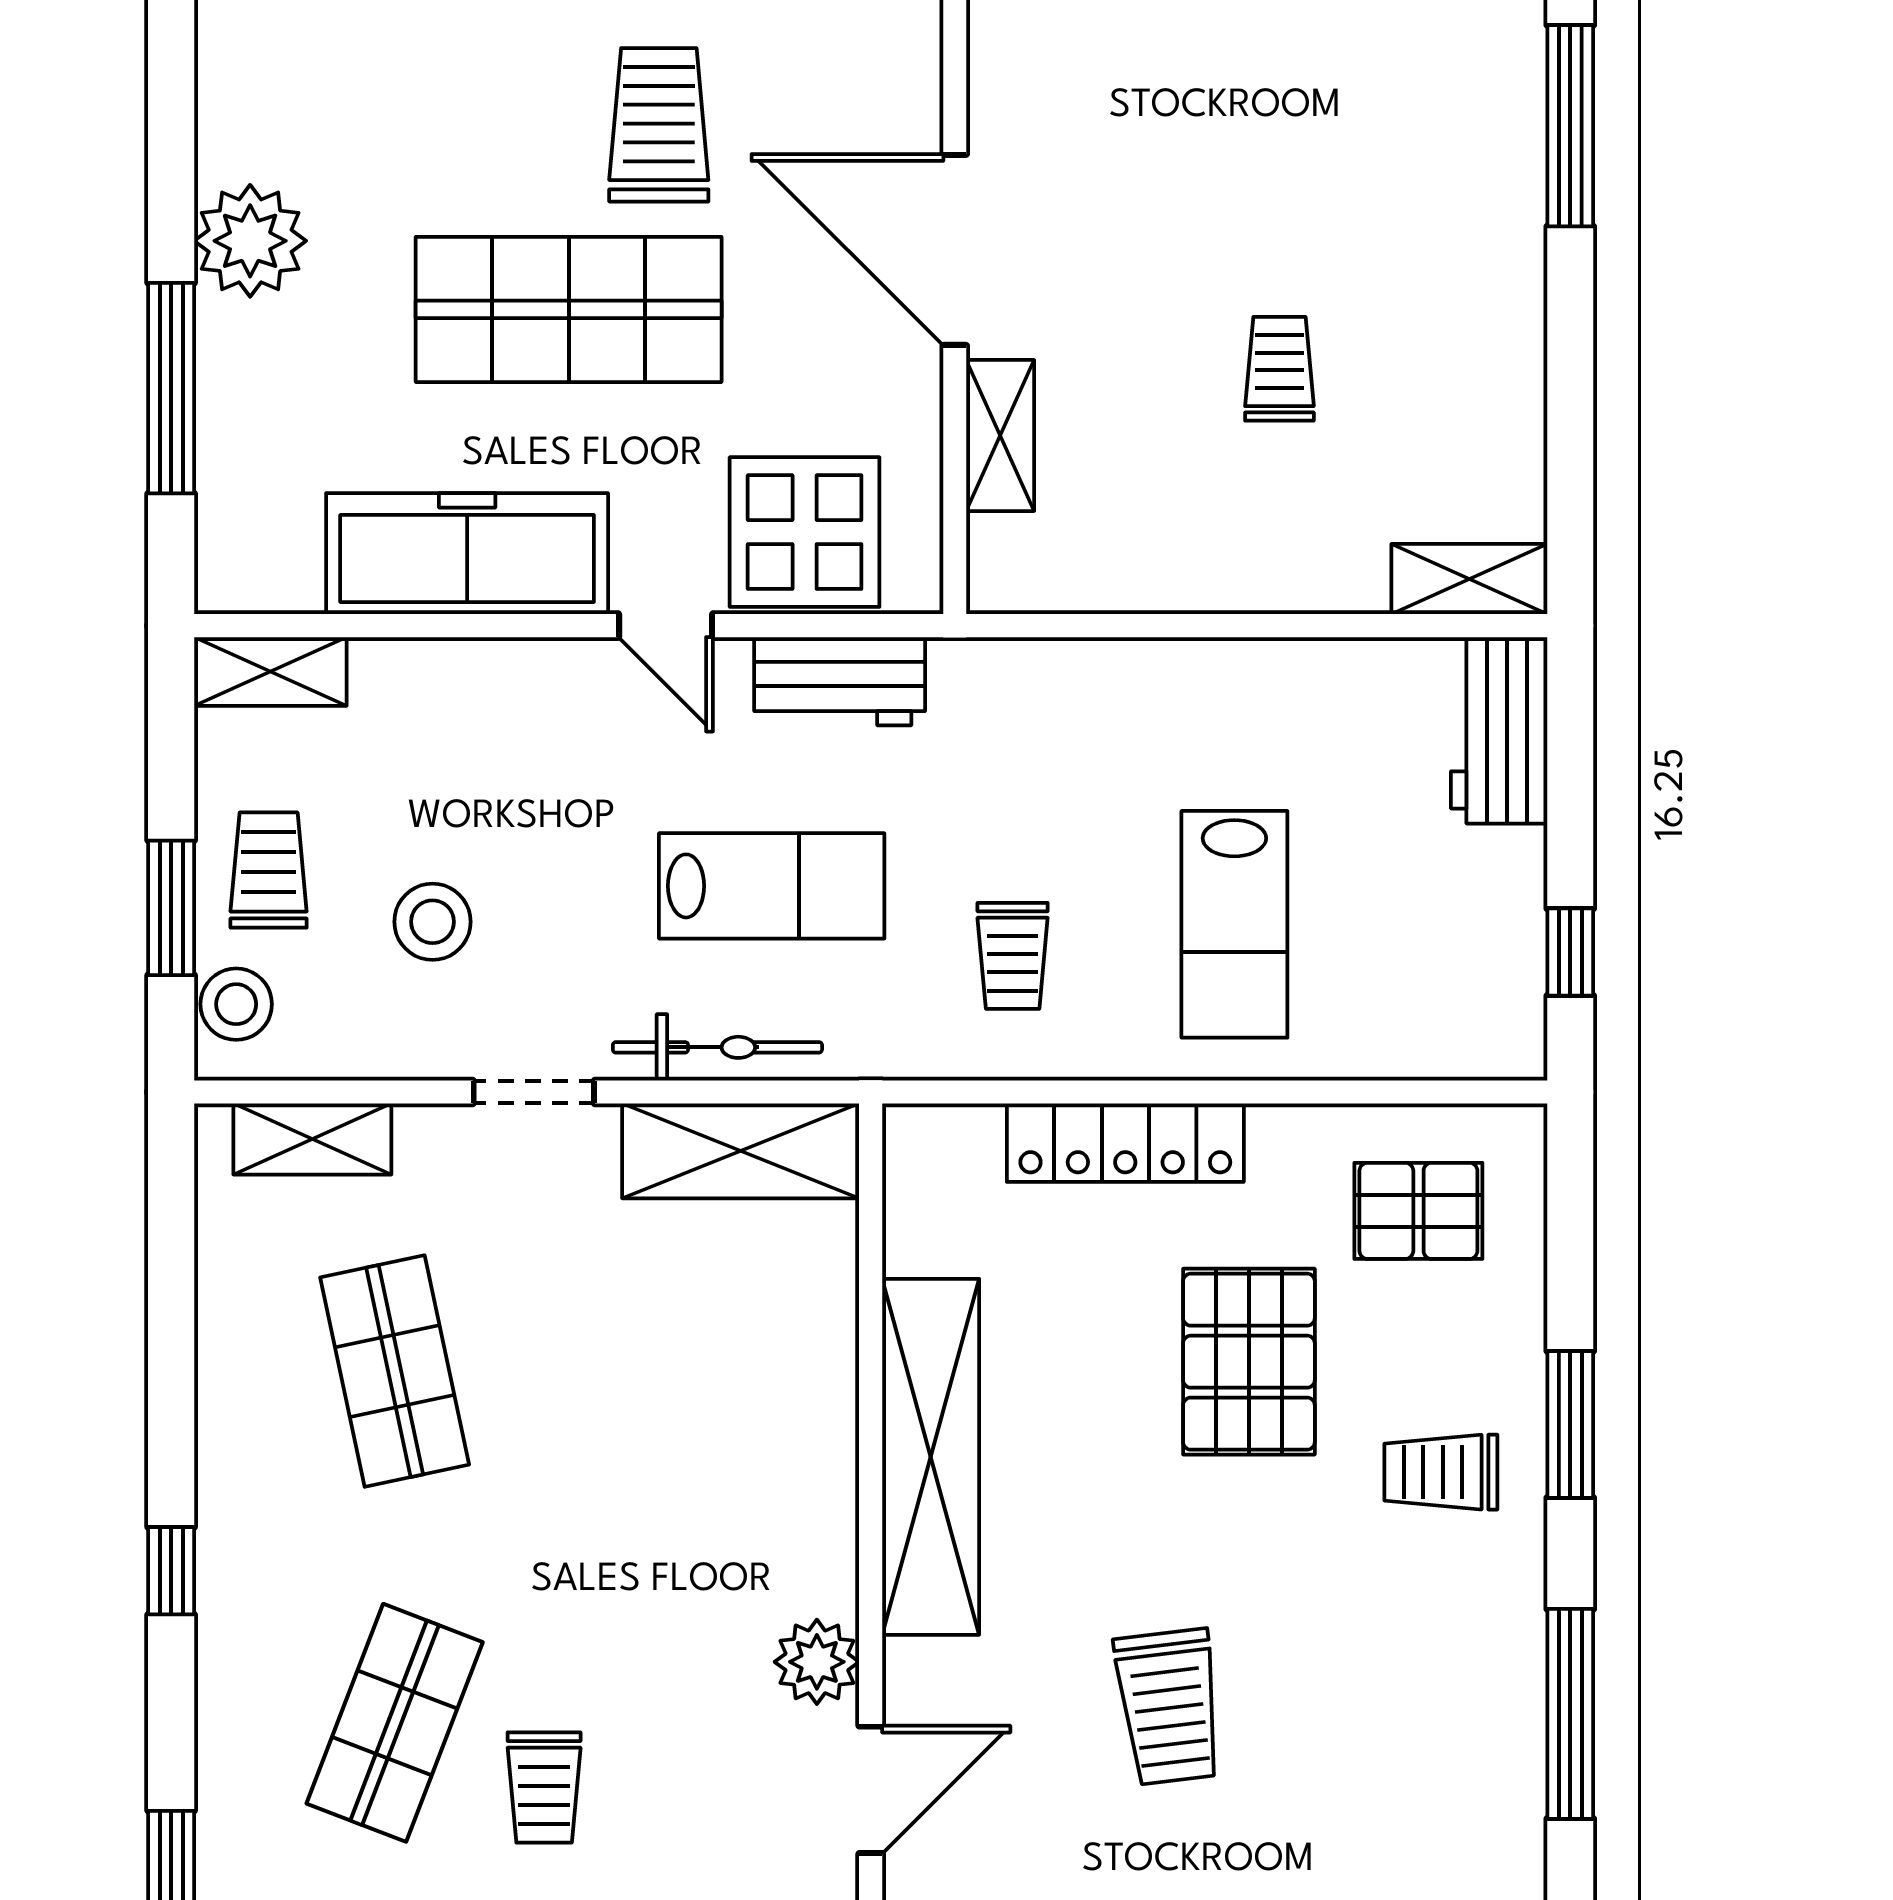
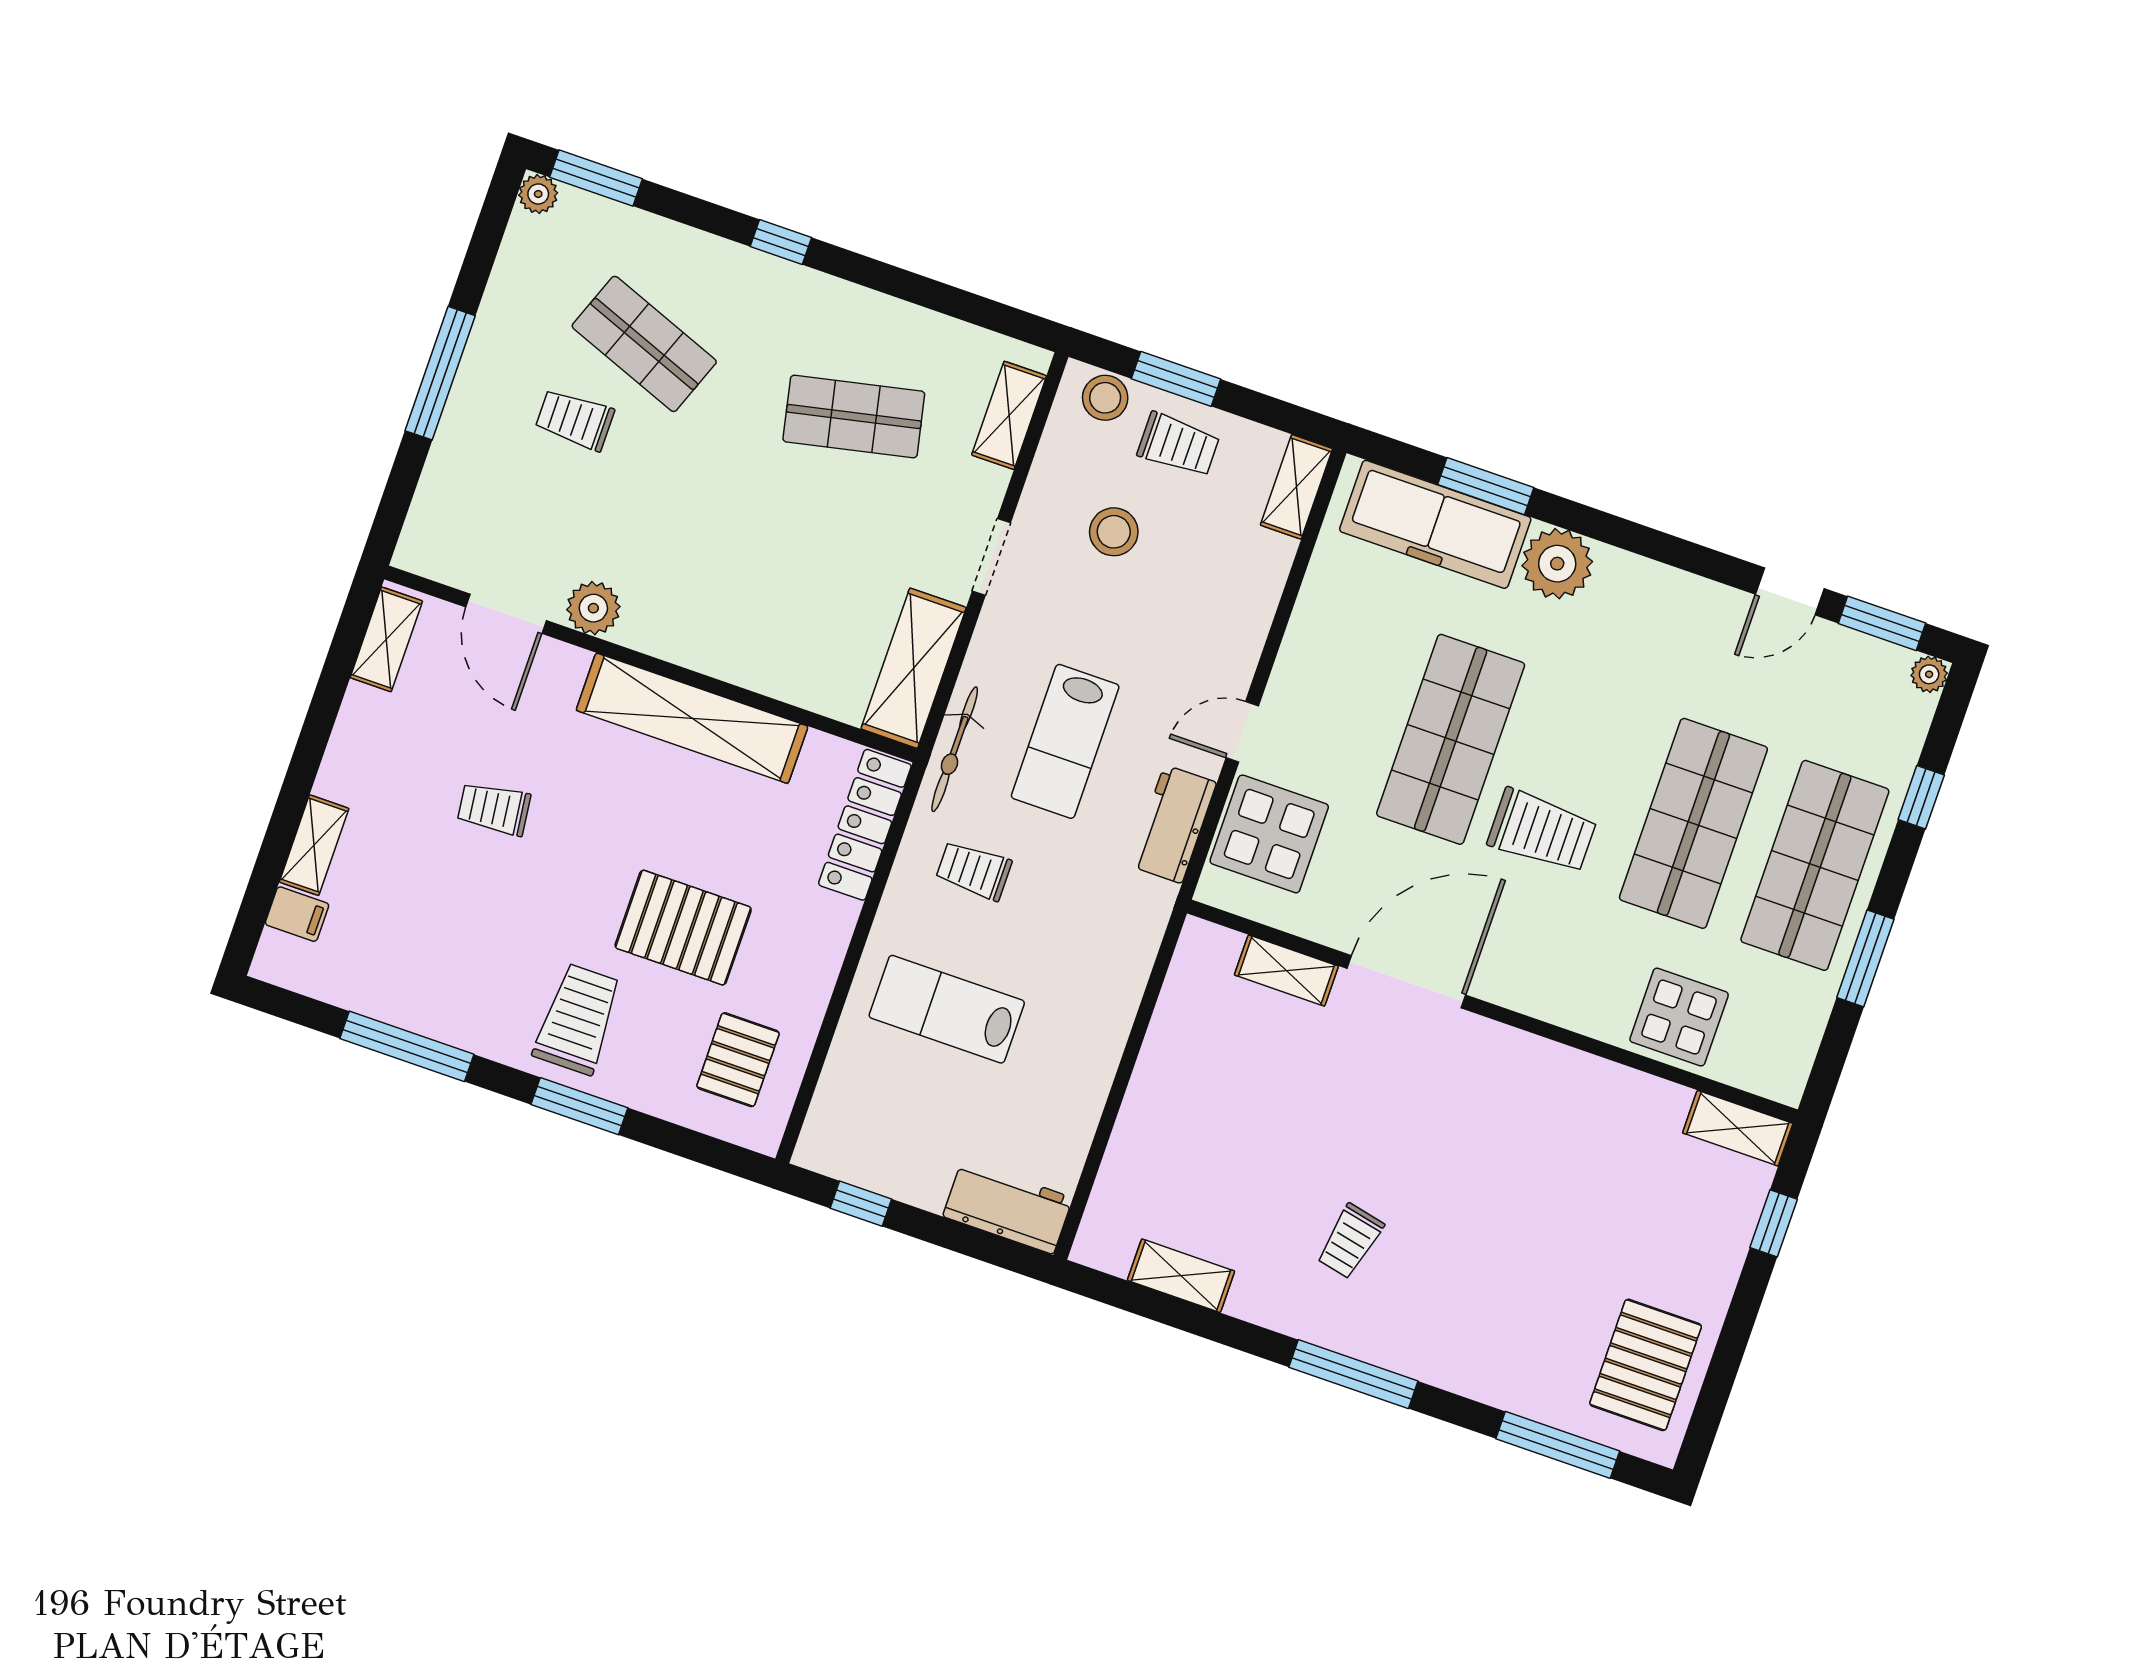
trolley: (1279, 369) -> (1350, 1241), moved, turned 102
window: (171, 388) -> (1486, 486), width x0.69
freezer: (467, 554) -> (1435, 524), moved, turned 90
shelving: (1469, 579) -> (1181, 1276), moved, turned 90
bicycle: (717, 1047) -> (955, 749), moved
locker: (1125, 1143) -> (865, 825), moved
trolley: (1441, 1472) -> (578, 1019), width x1.36, depth x1.39
trolley: (1169, 1707) -> (494, 809), width x0.73, depth x0.72

